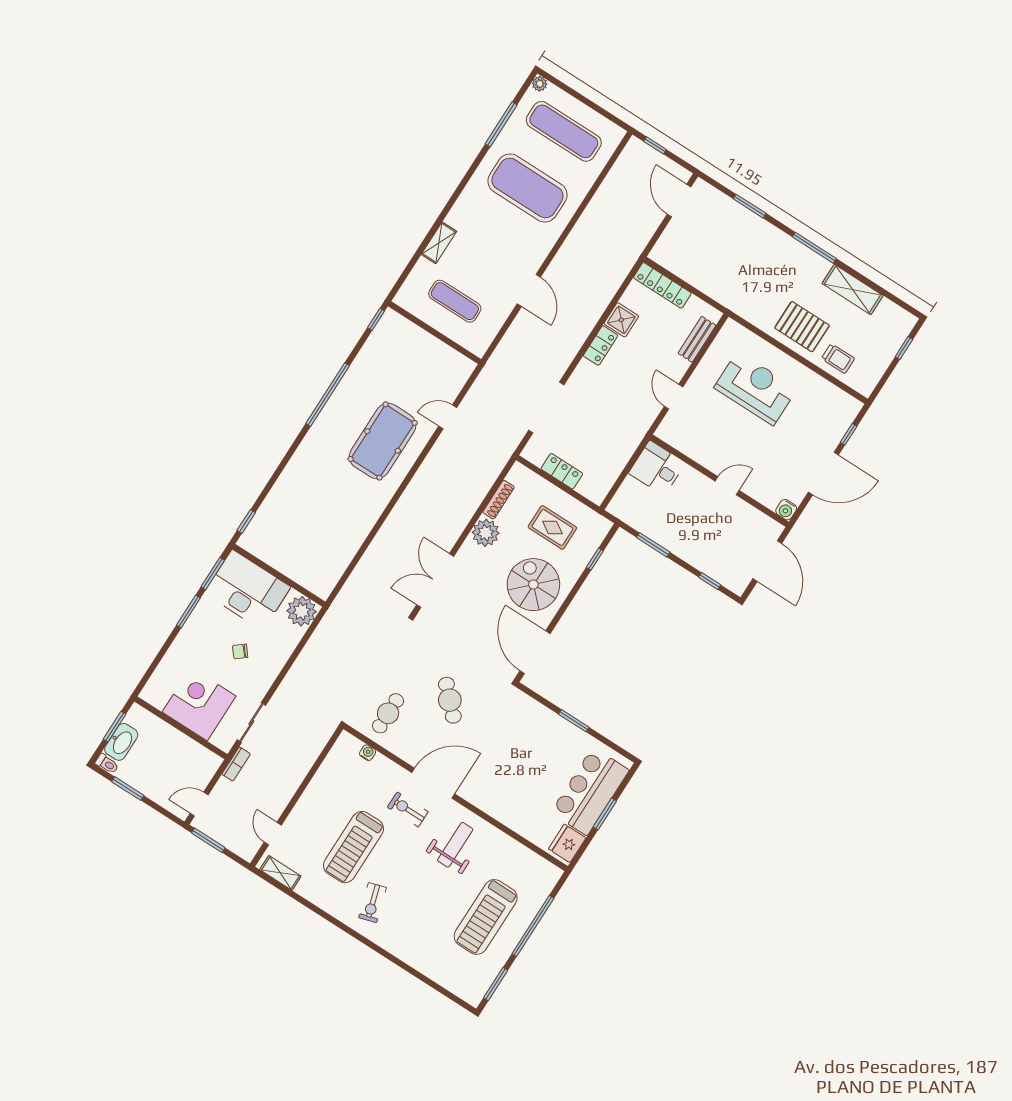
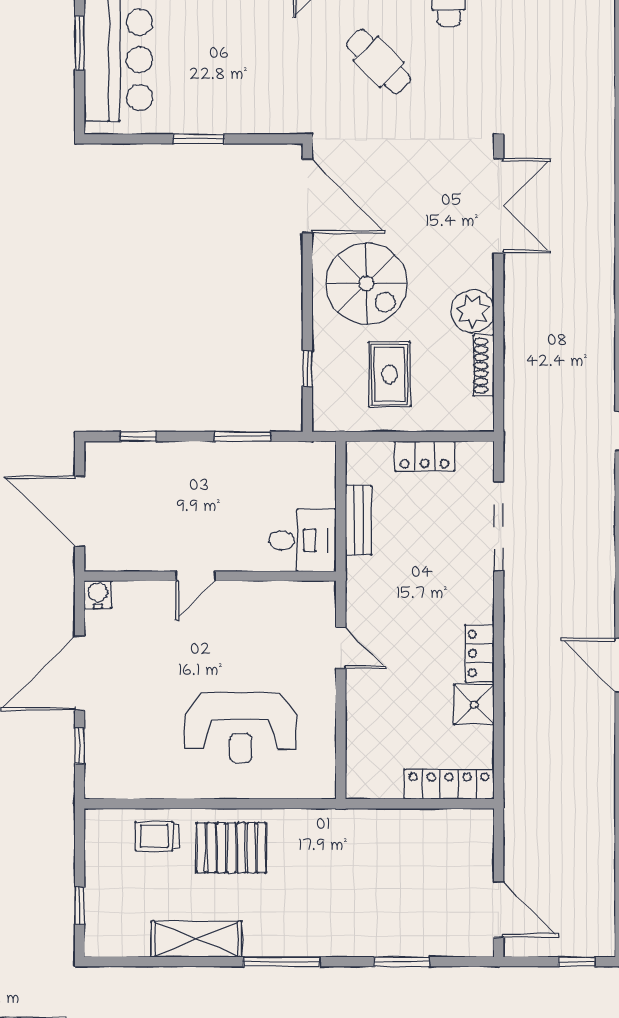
bench: (697, 339) -> (359, 520), moved
rug: (552, 527) -> (390, 374), turned 90

